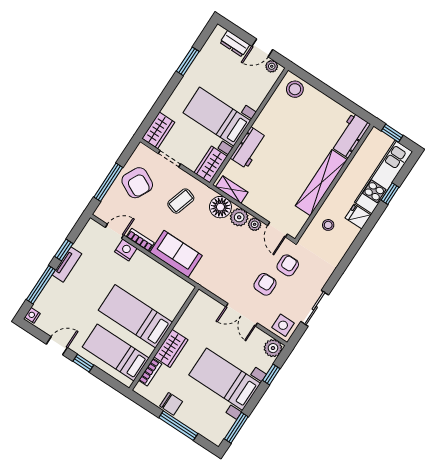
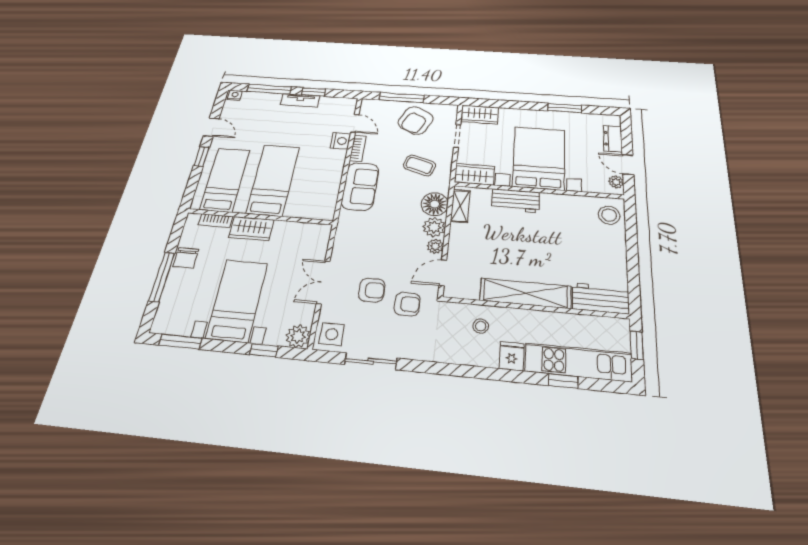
bed with nightstands: (217, 117) -> (539, 158), width x1.36

